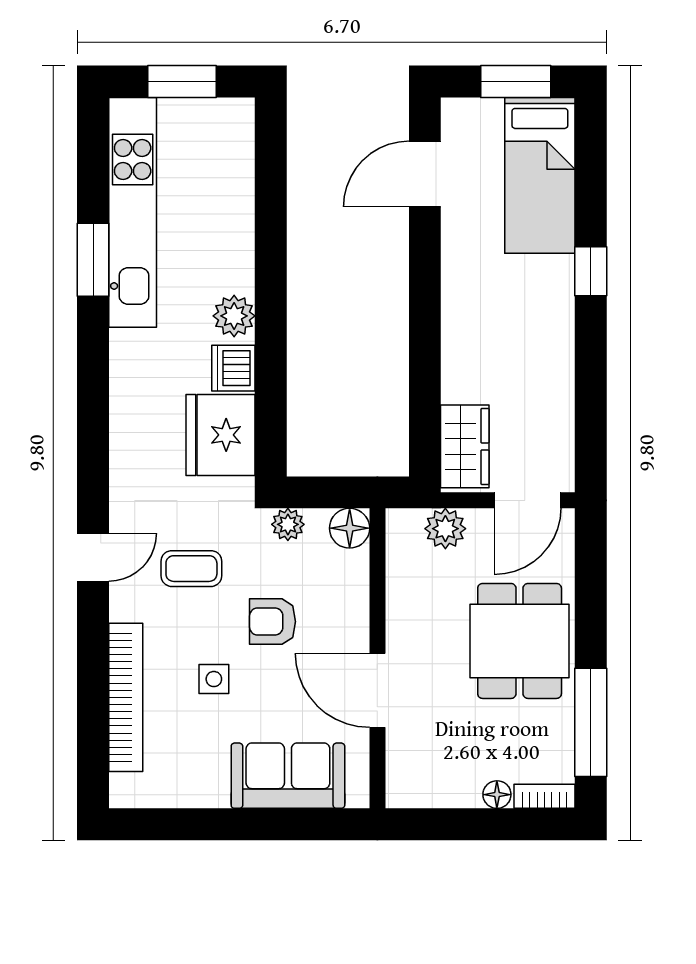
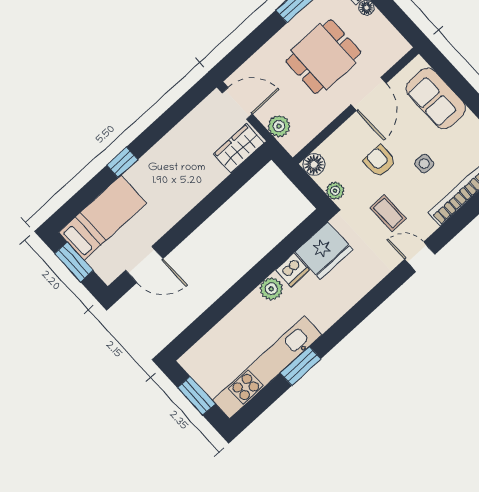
armchair: (273, 622) -> (380, 161), turned 180
dining table: (520, 641) -> (323, 57), moved

